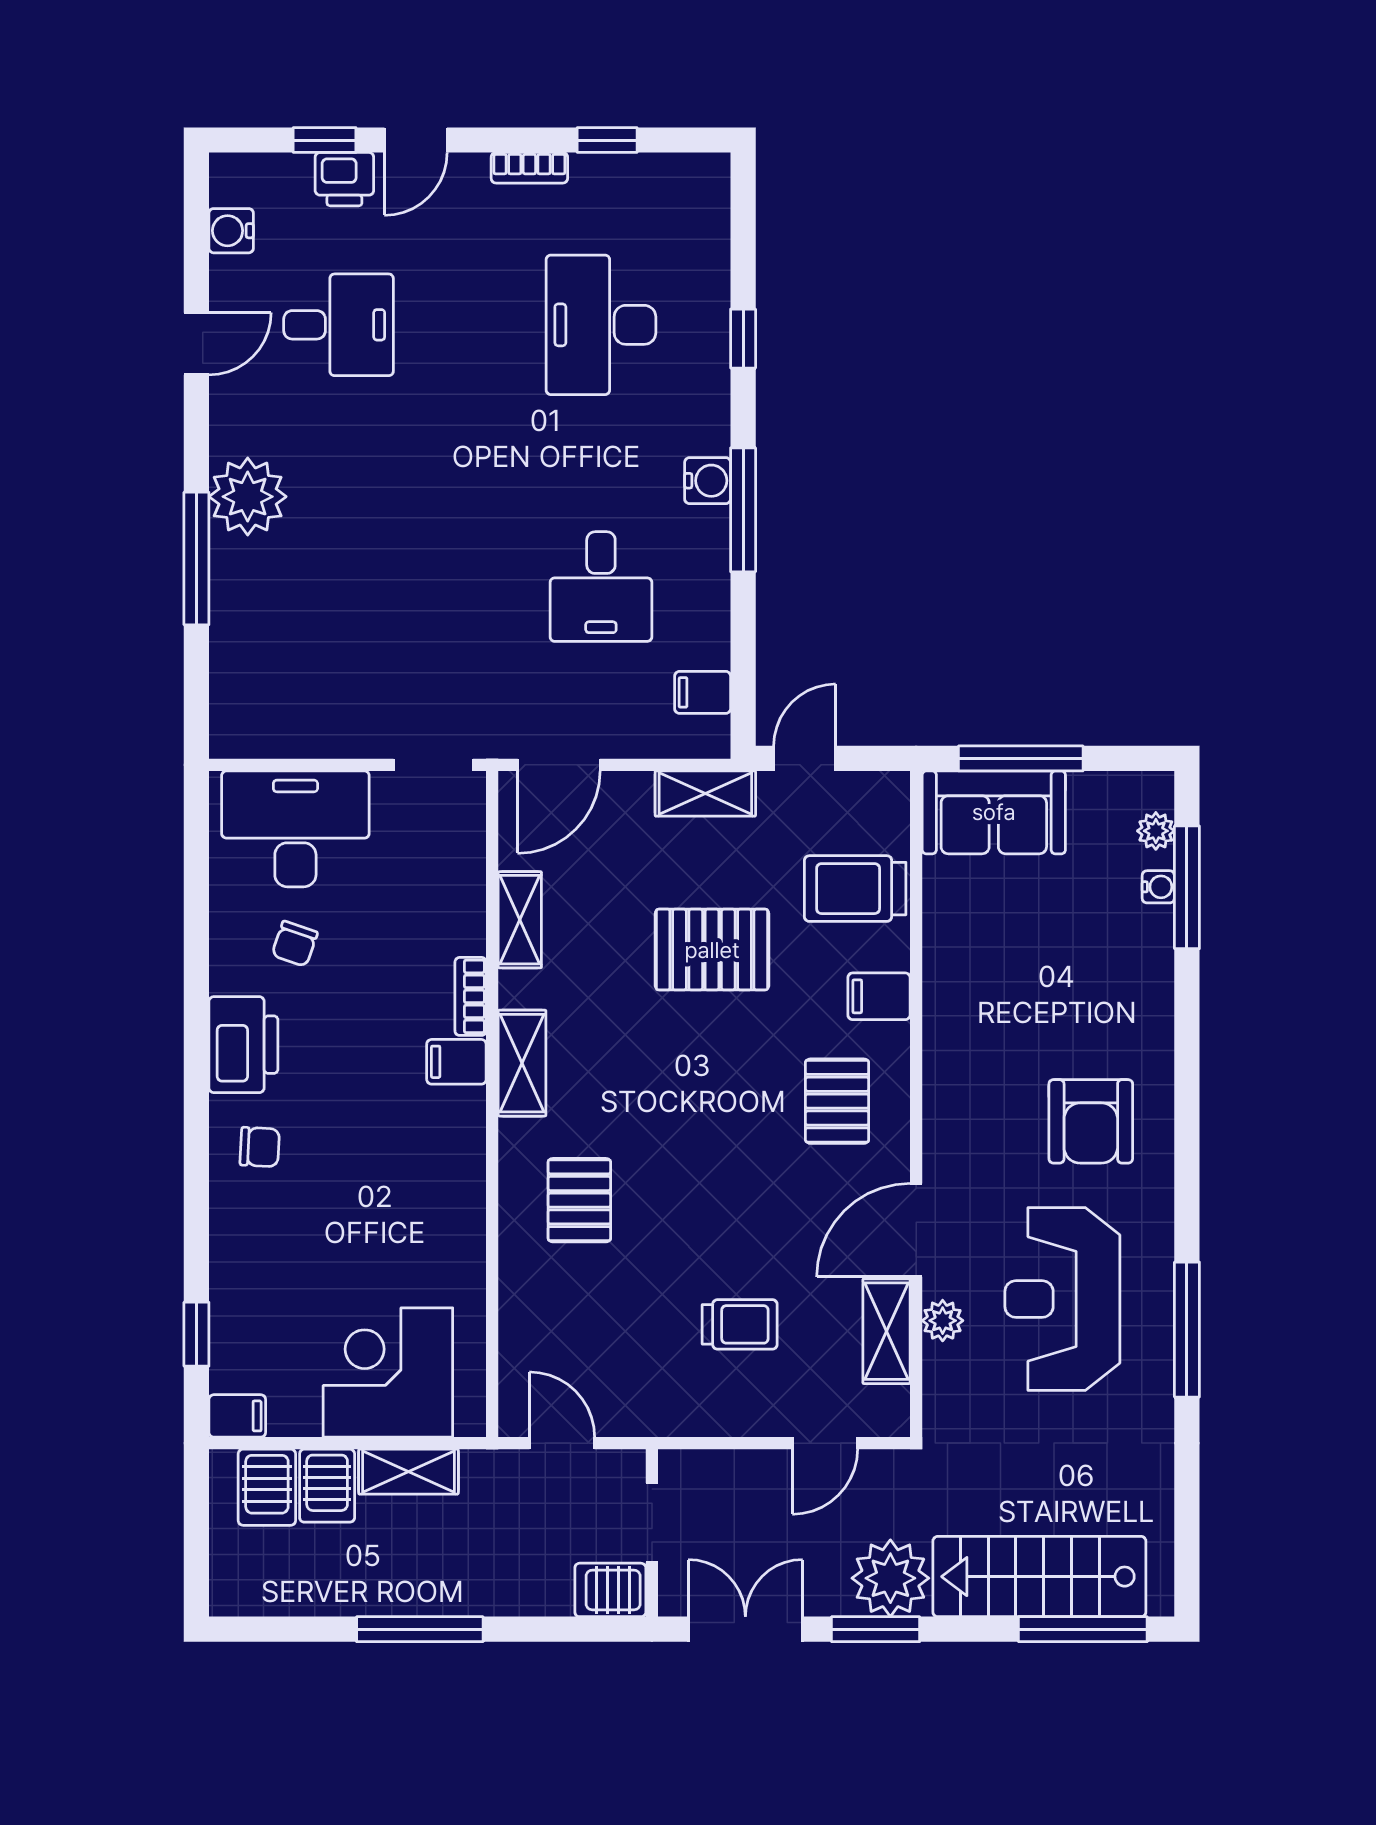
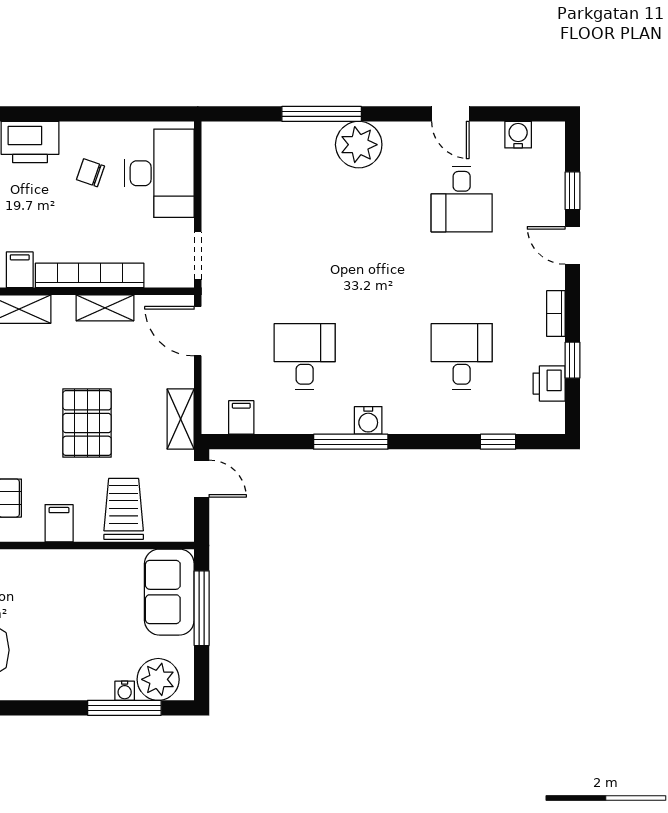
printer: (344, 179) -> (549, 384), moved
desk: (601, 325) -> (462, 356), width x0.73
window: (743, 339) -> (498, 442), moved
desk: (601, 587) -> (305, 356), turned 90
plant: (1156, 831) -> (158, 679), width x1.88, depth x1.88
bookcase: (471, 996) -> (90, 275), width x2.31, depth x1.31

